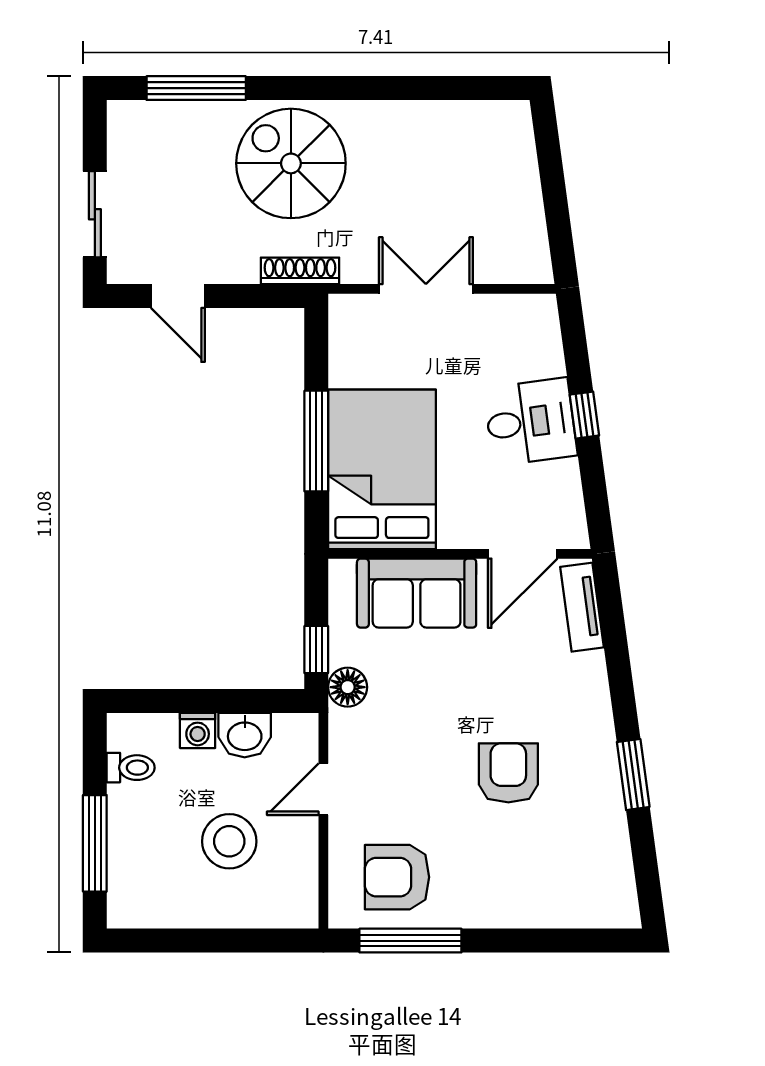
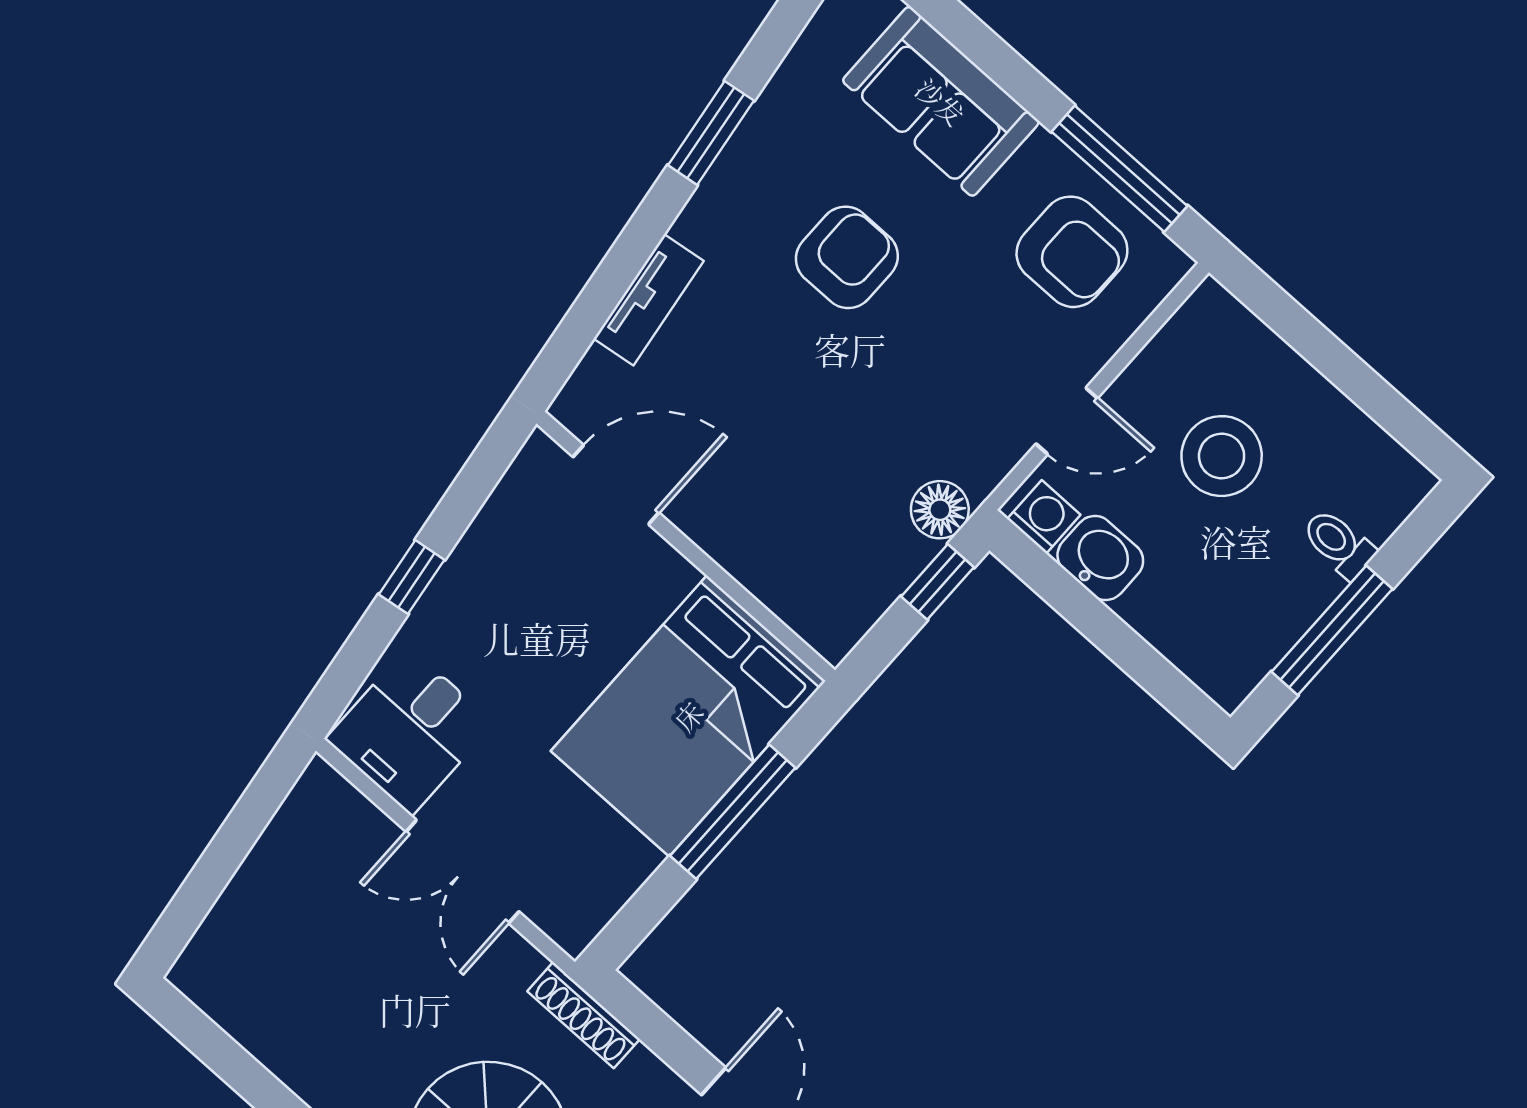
desk: (530, 422) -> (410, 731), moved, turned -82
sofa: (417, 593) -> (941, 101), moved, turned 180
tv unit: (582, 607) -> (649, 300), moved
washing machine: (198, 730) -> (1044, 517), moved
toilet: (131, 768) -> (1339, 543), moved
armchair: (508, 773) -> (847, 257), turned 180
window: (95, 843) -> (1332, 630), moved

